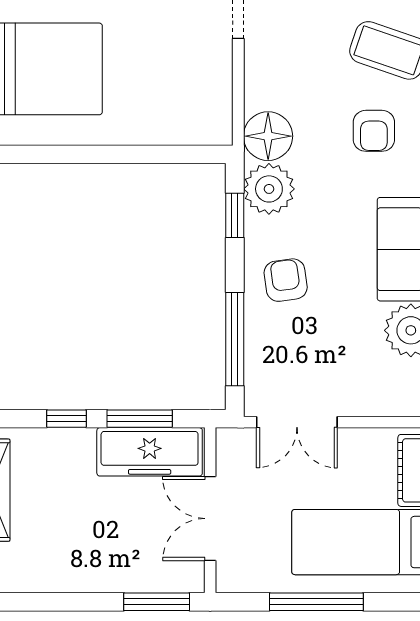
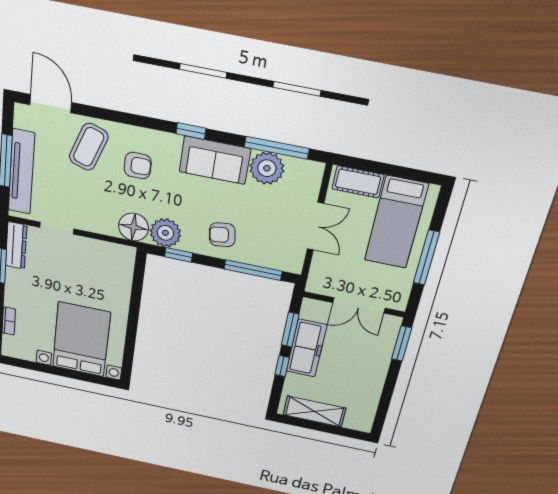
double door: (297, 422) -> (315, 226), moved
freezer: (150, 452) -> (306, 348), moved

